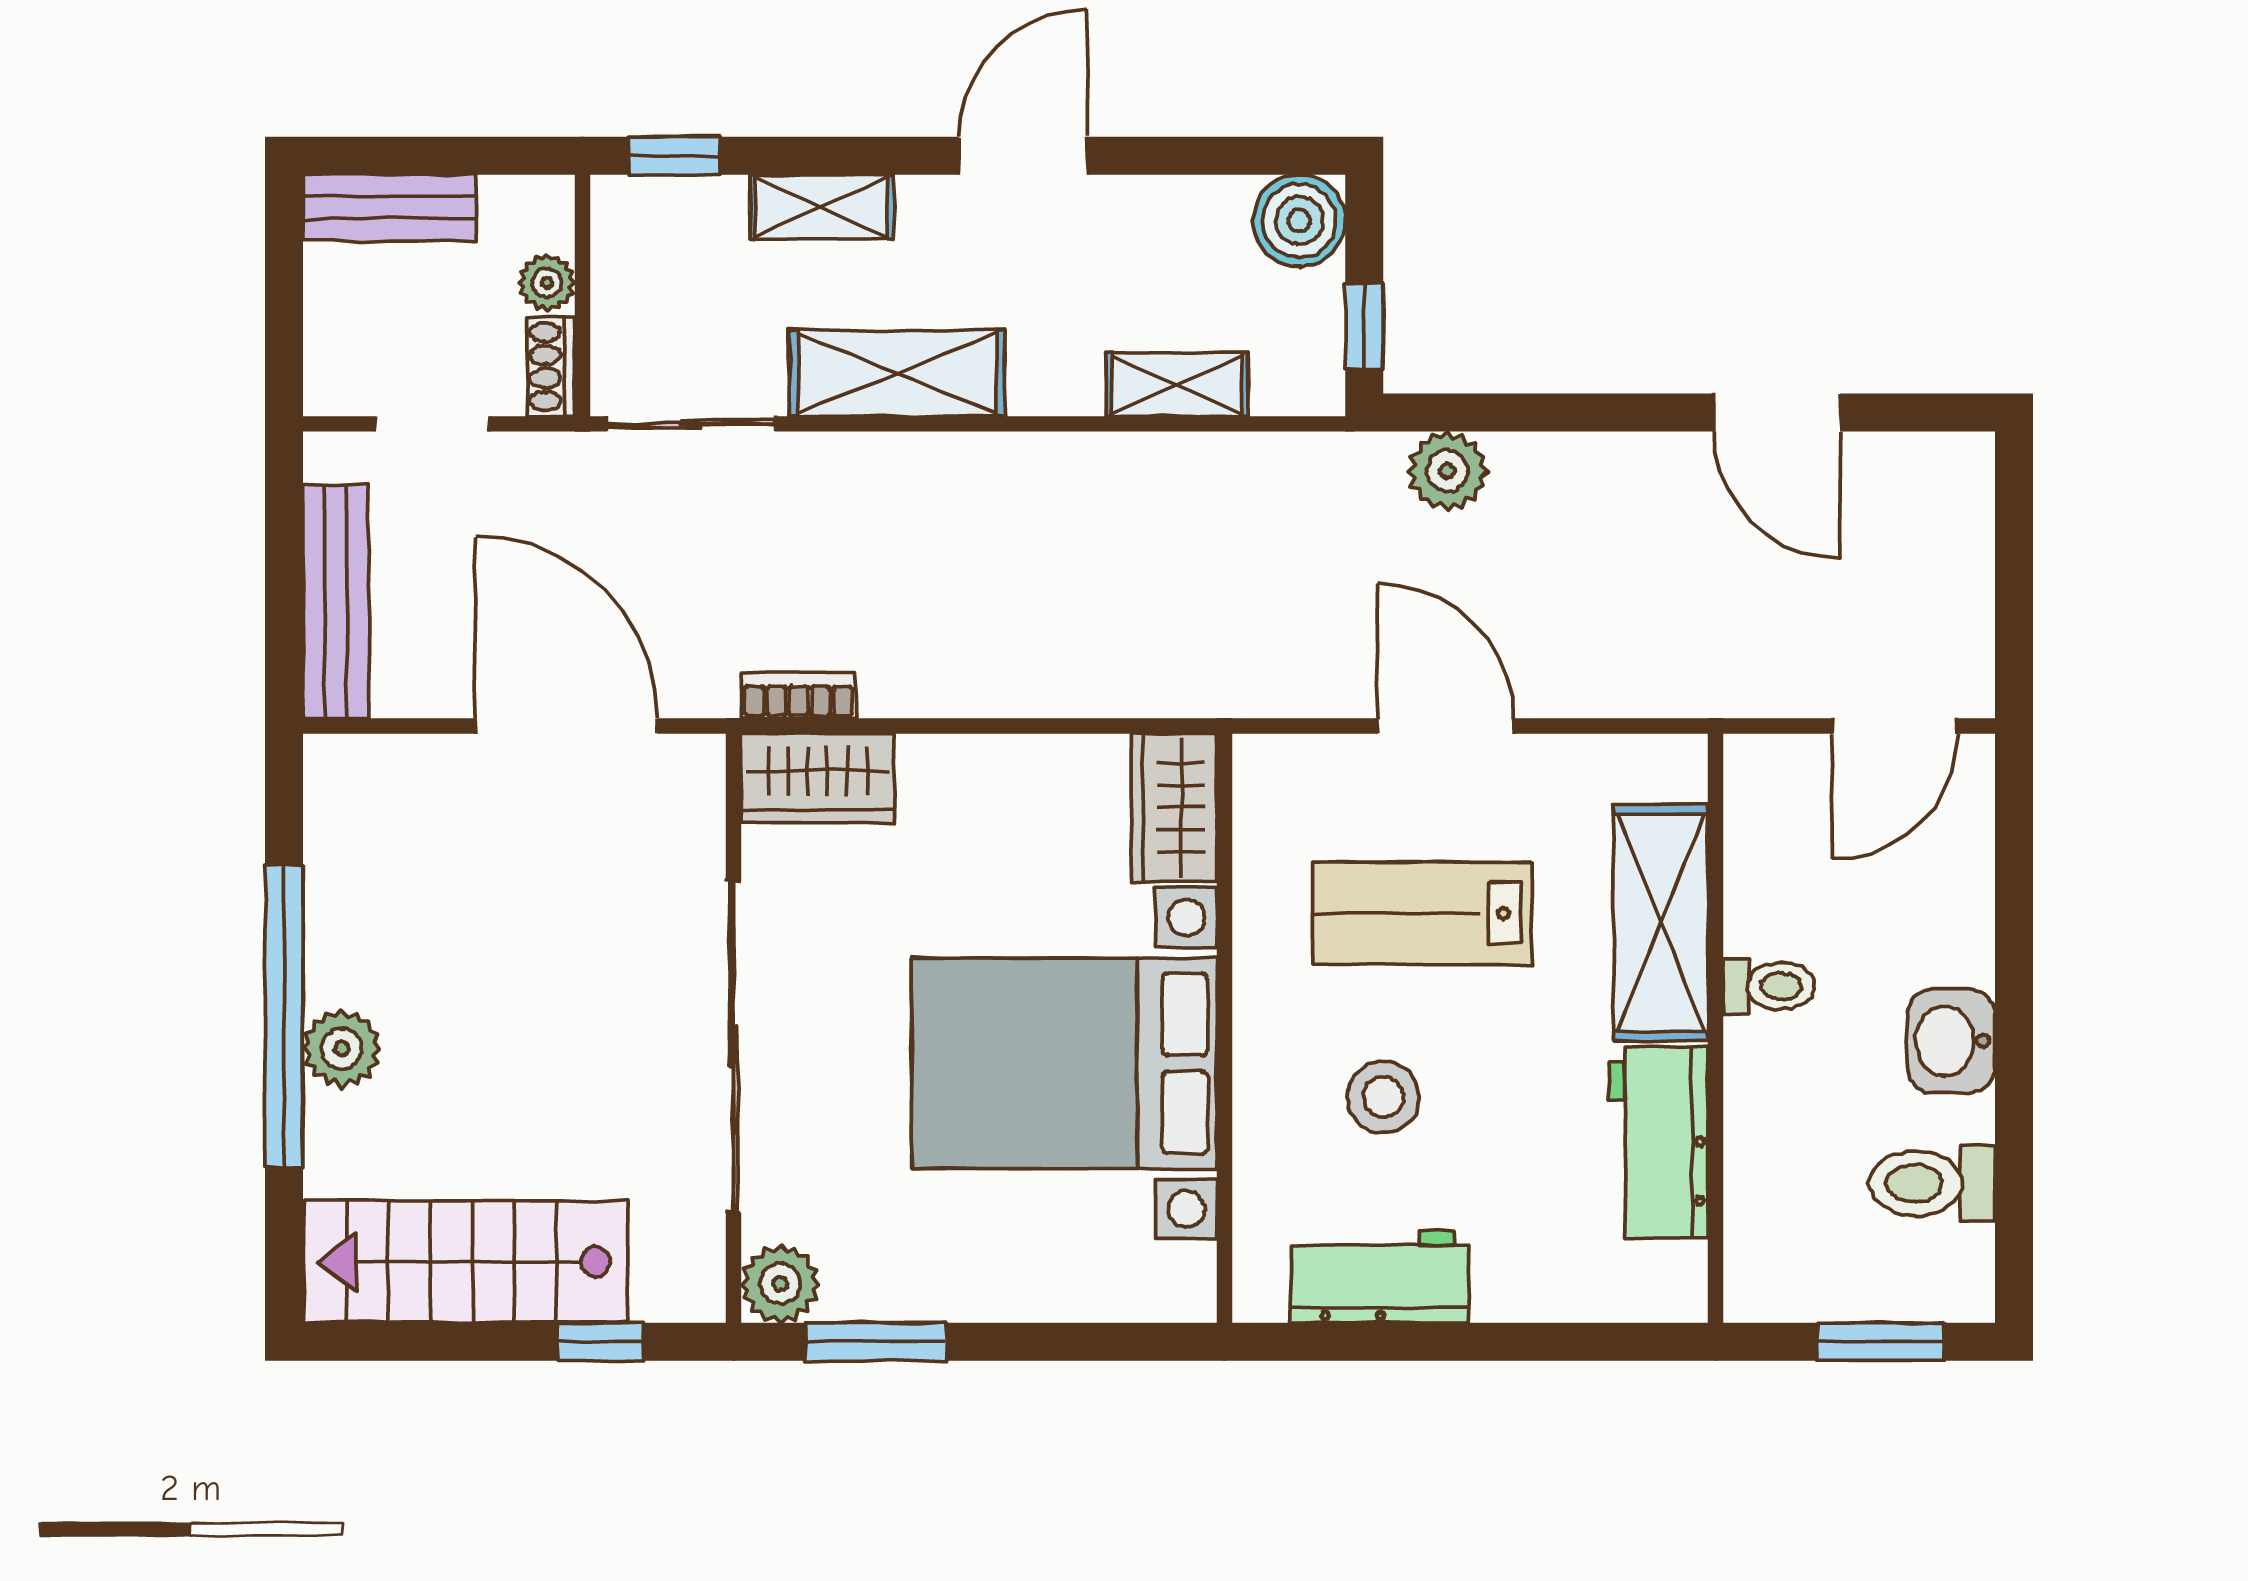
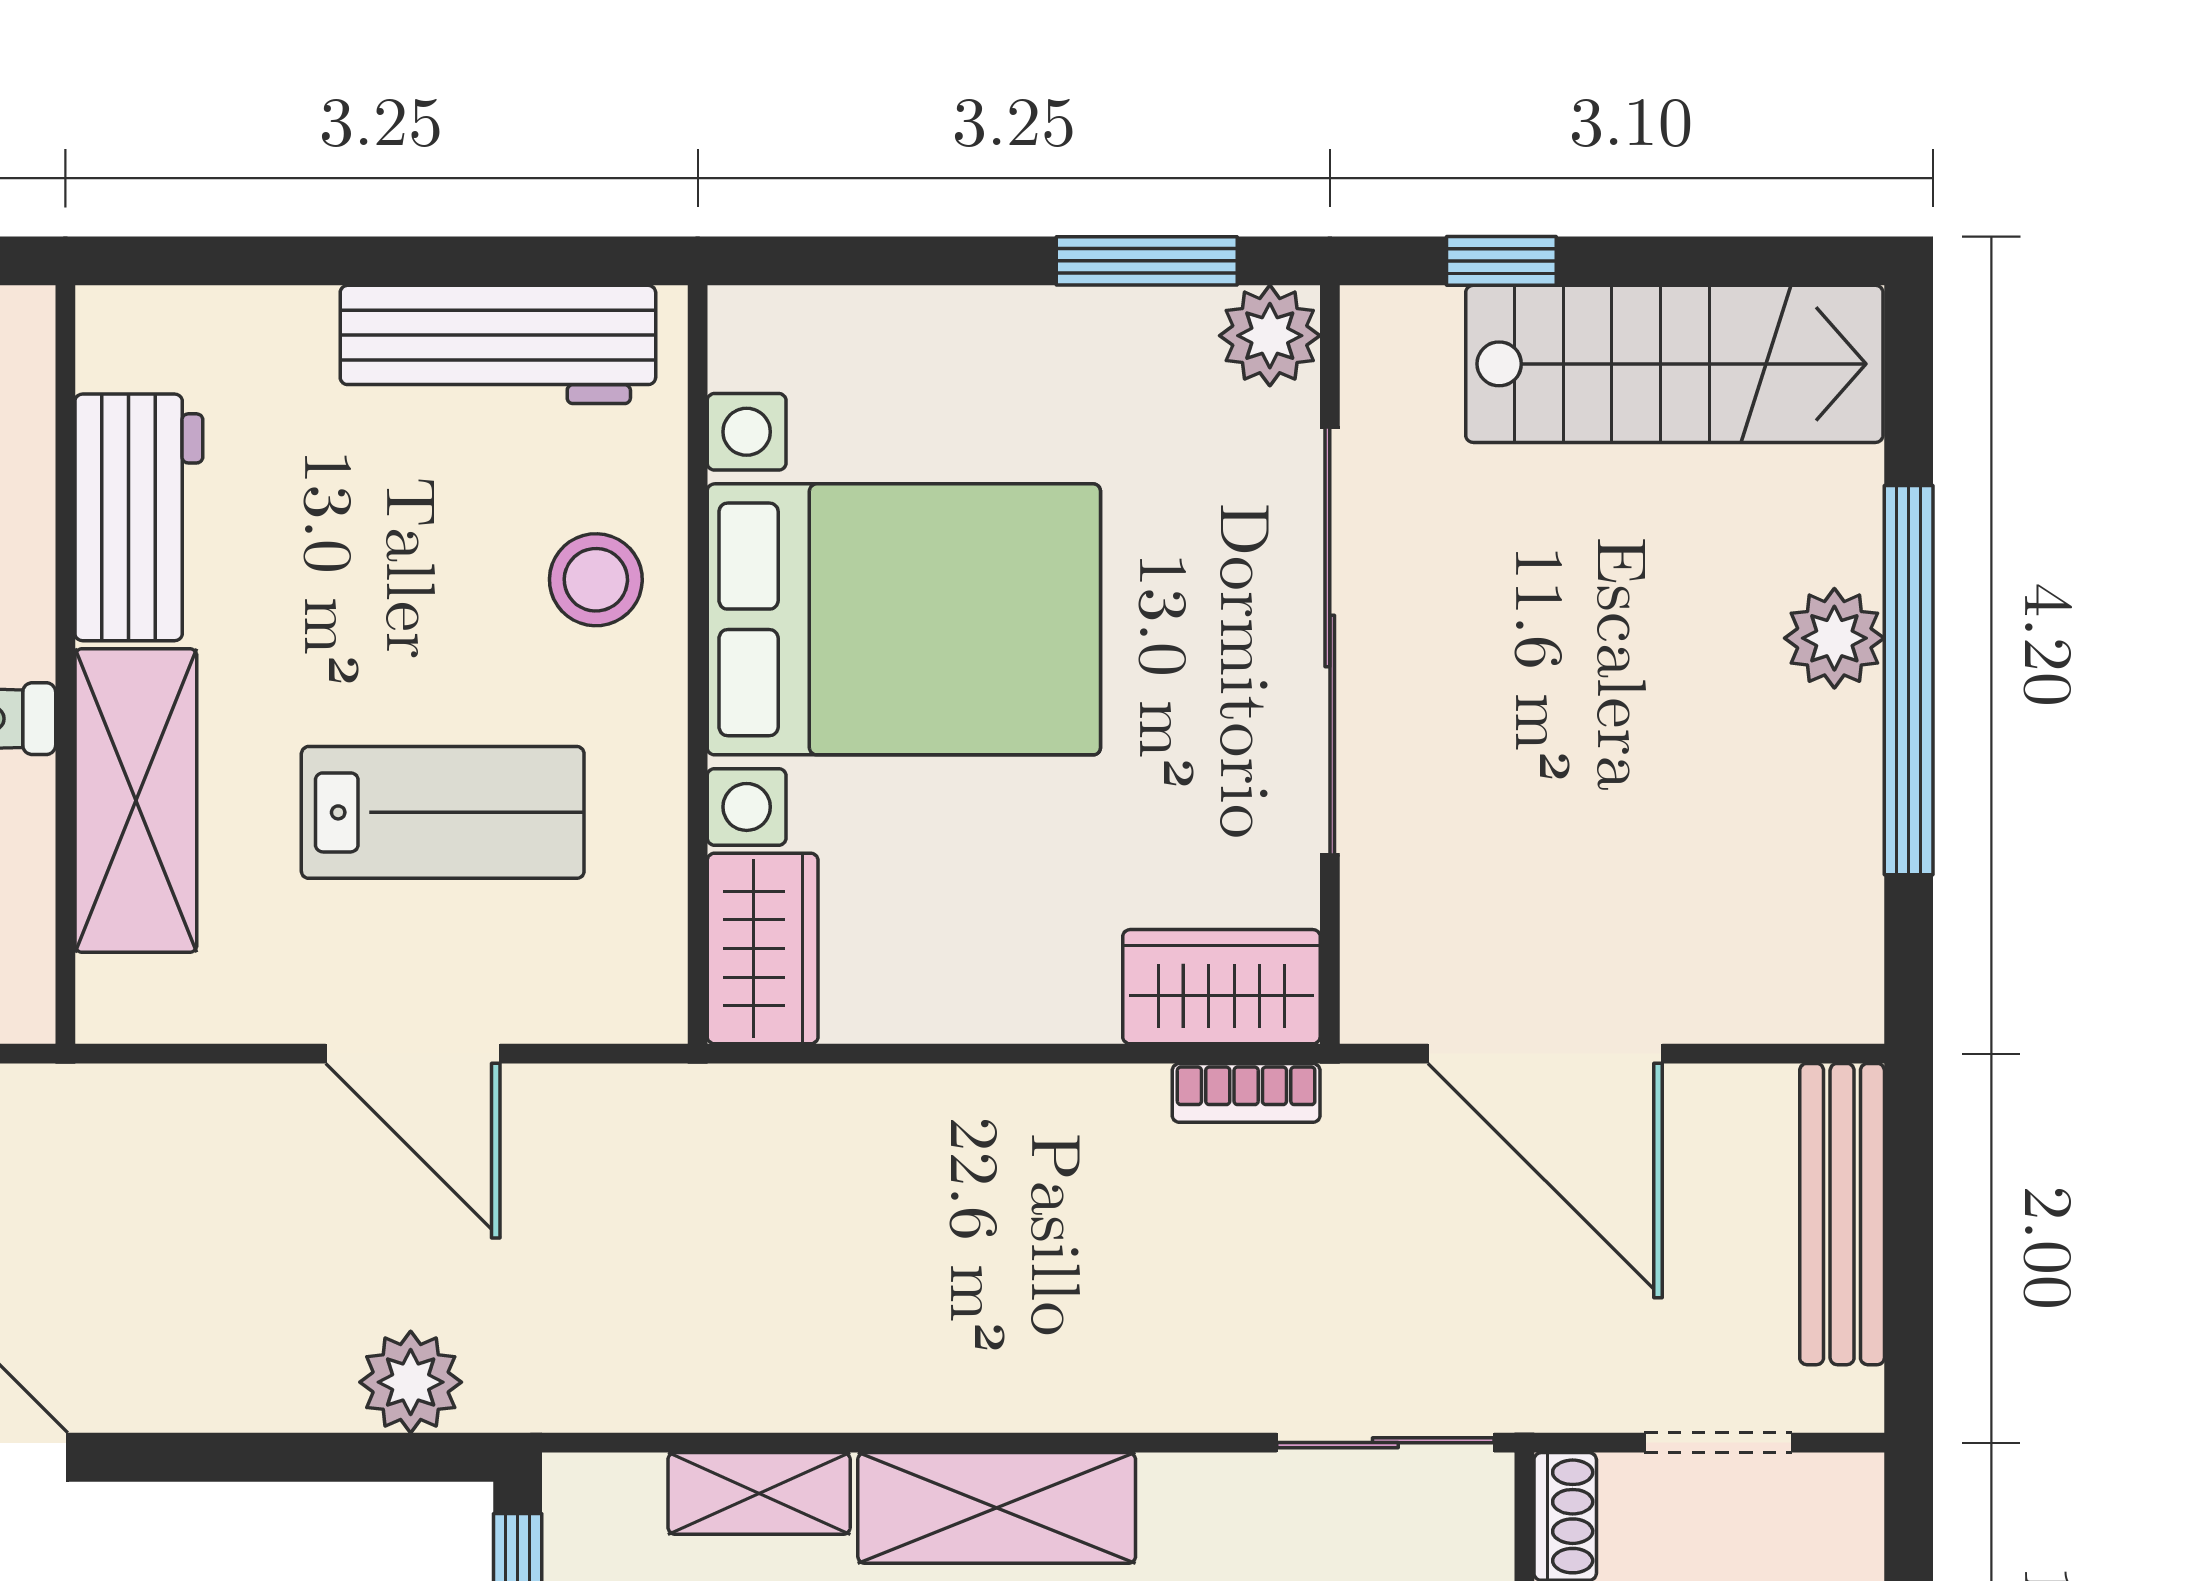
shelving: (897, 373) -> (997, 1508), moved
stool: (1383, 1097) -> (596, 580), moved
workbench: (1380, 1277) -> (498, 344), width x1.38

